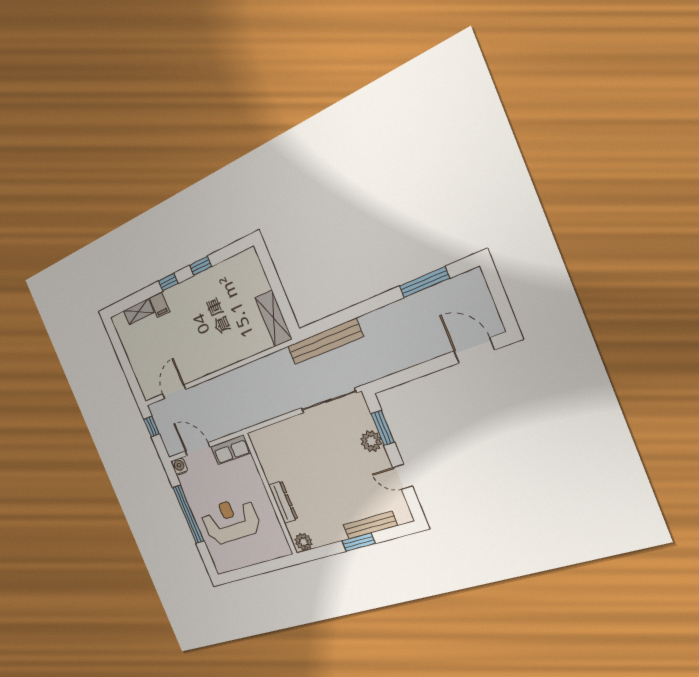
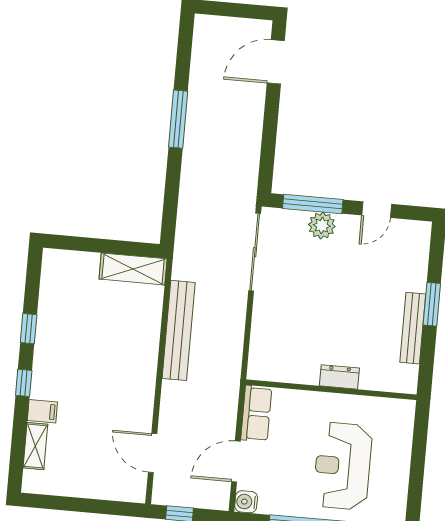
window: (424, 282) -> (178, 119), moved
bench: (325, 342) -> (179, 330), moved
window: (383, 428) -> (313, 204), width x1.44
dresser: (283, 502) -> (339, 377), width x0.70
bench: (370, 525) -> (413, 328), moved
plant: (304, 542) -> (406, 377), removed

